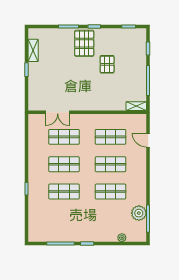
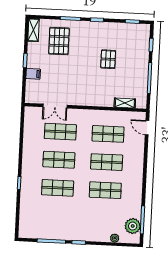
pallet: (84, 43) -> (59, 41), moved
shelving: (33, 50) -> (33, 30), moved
filing cabinet: (35, 82) -> (33, 74), added
shelving: (136, 106) -> (125, 103), moved
door: (148, 140) -> (147, 128), moved
plant: (139, 213) -> (133, 226), moved

